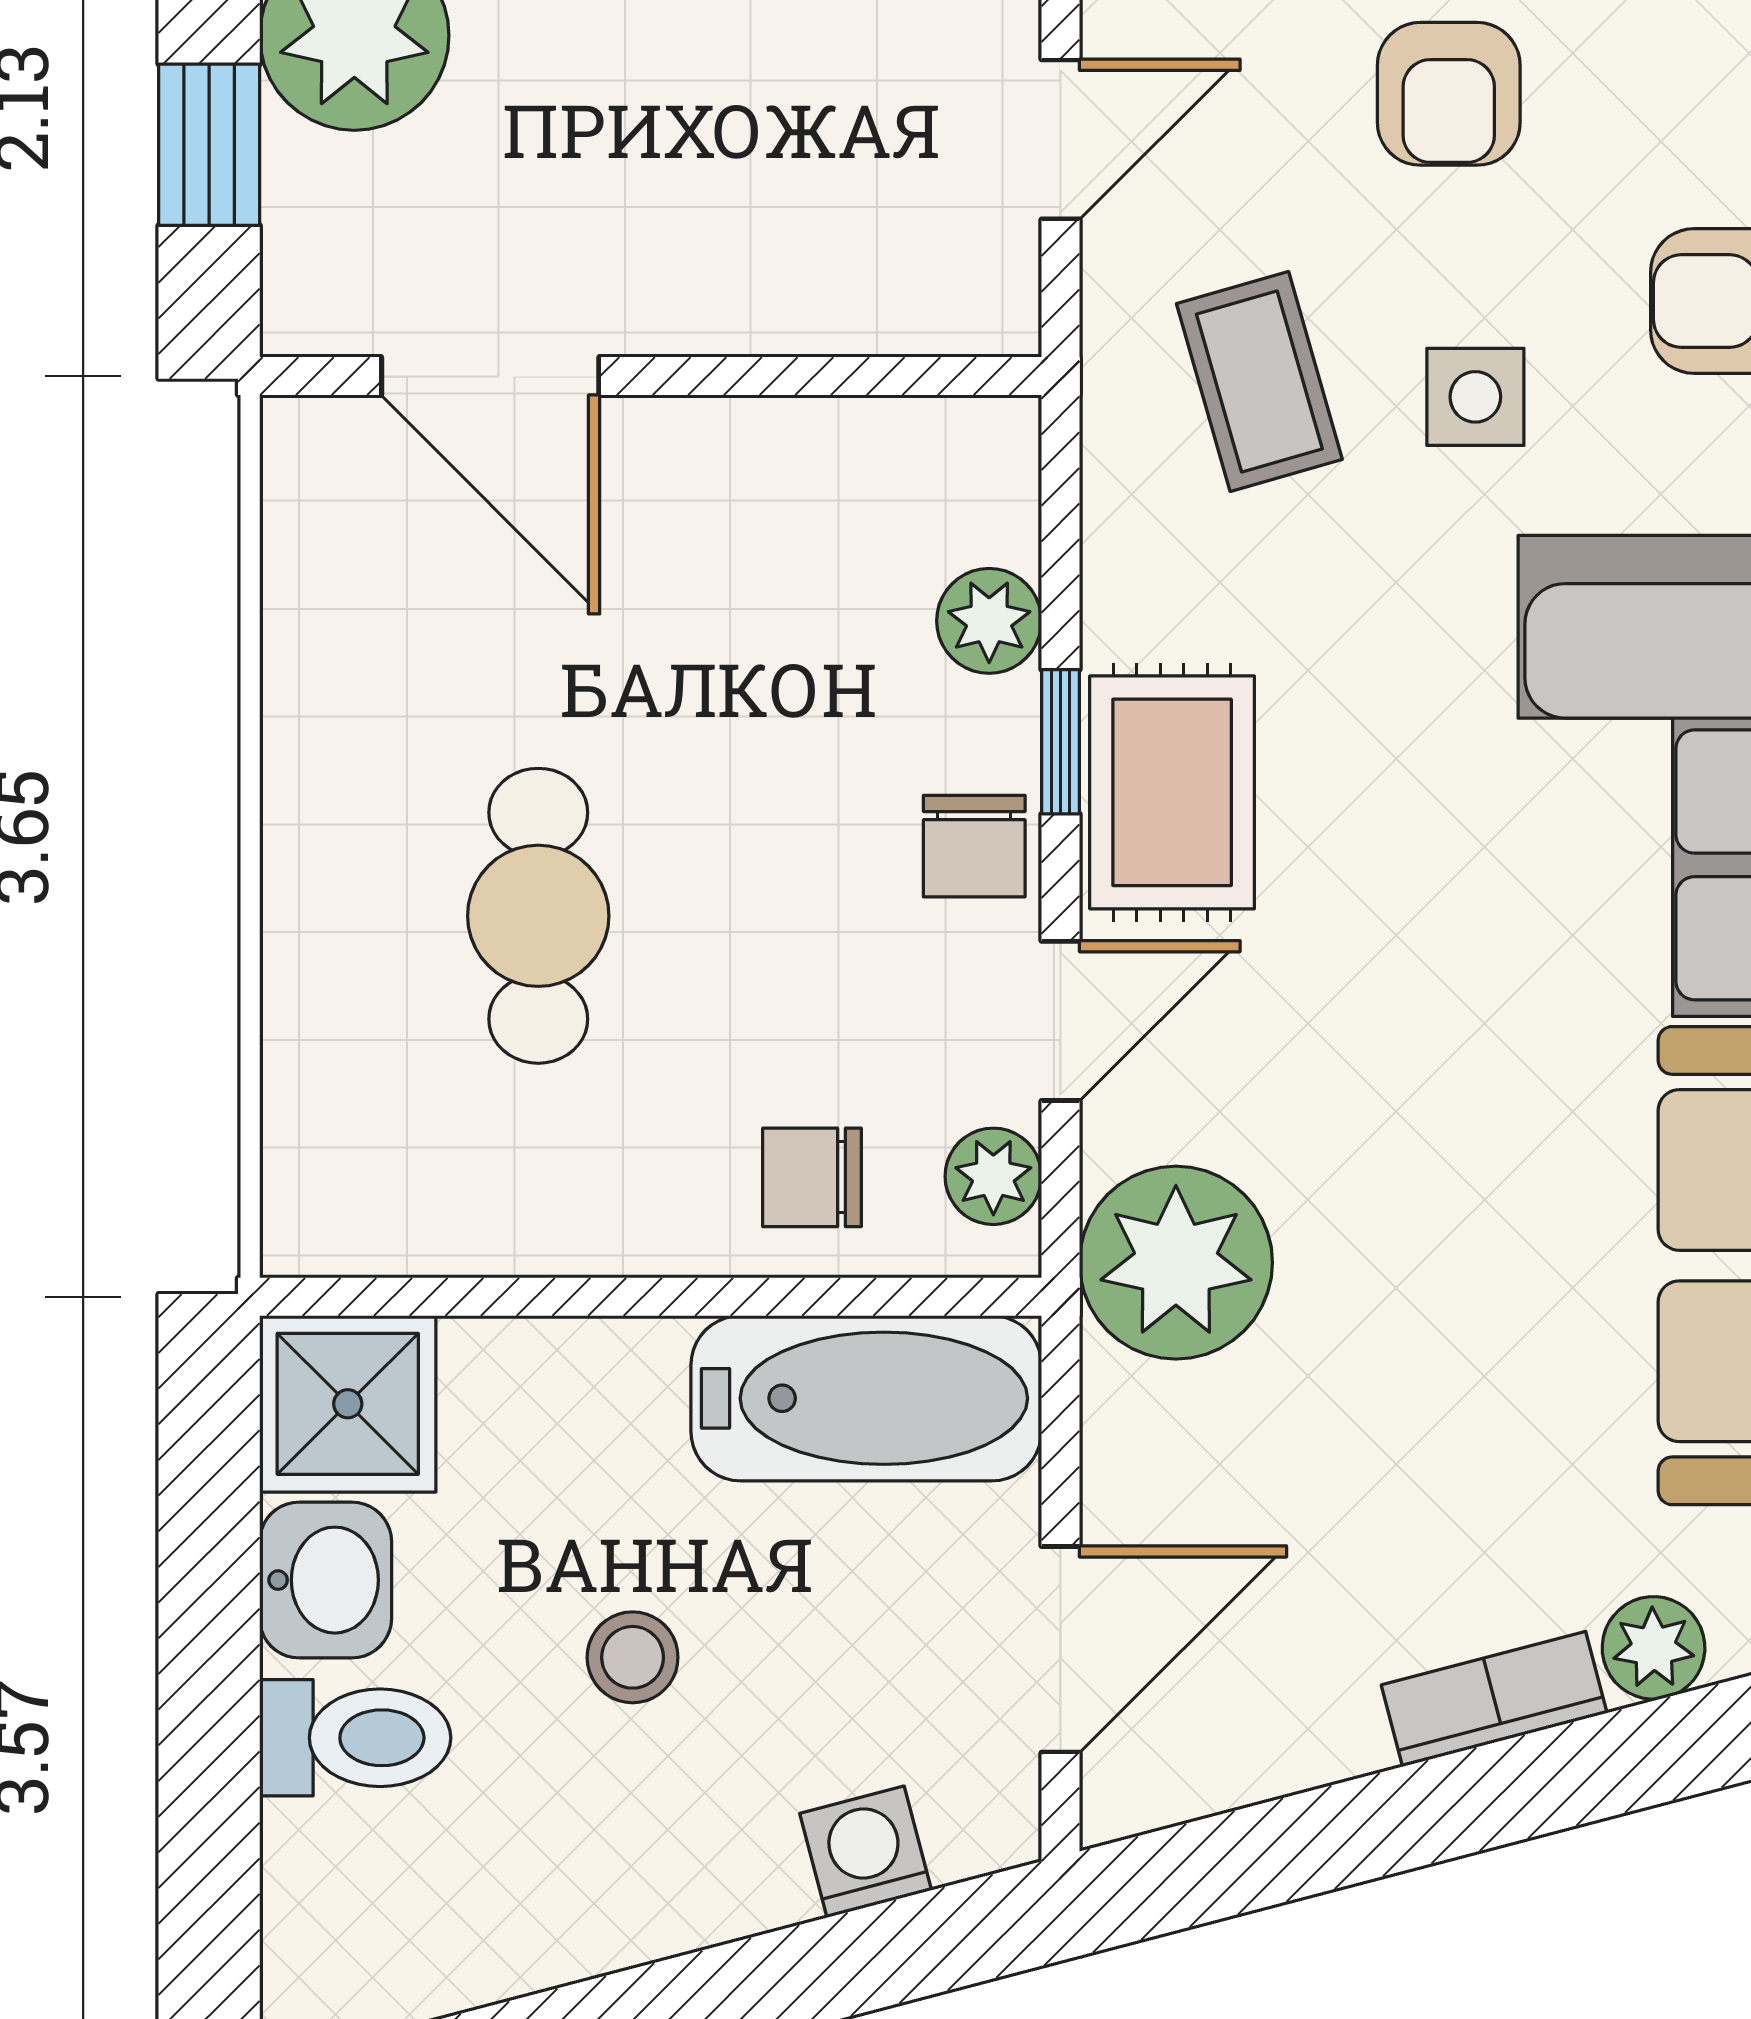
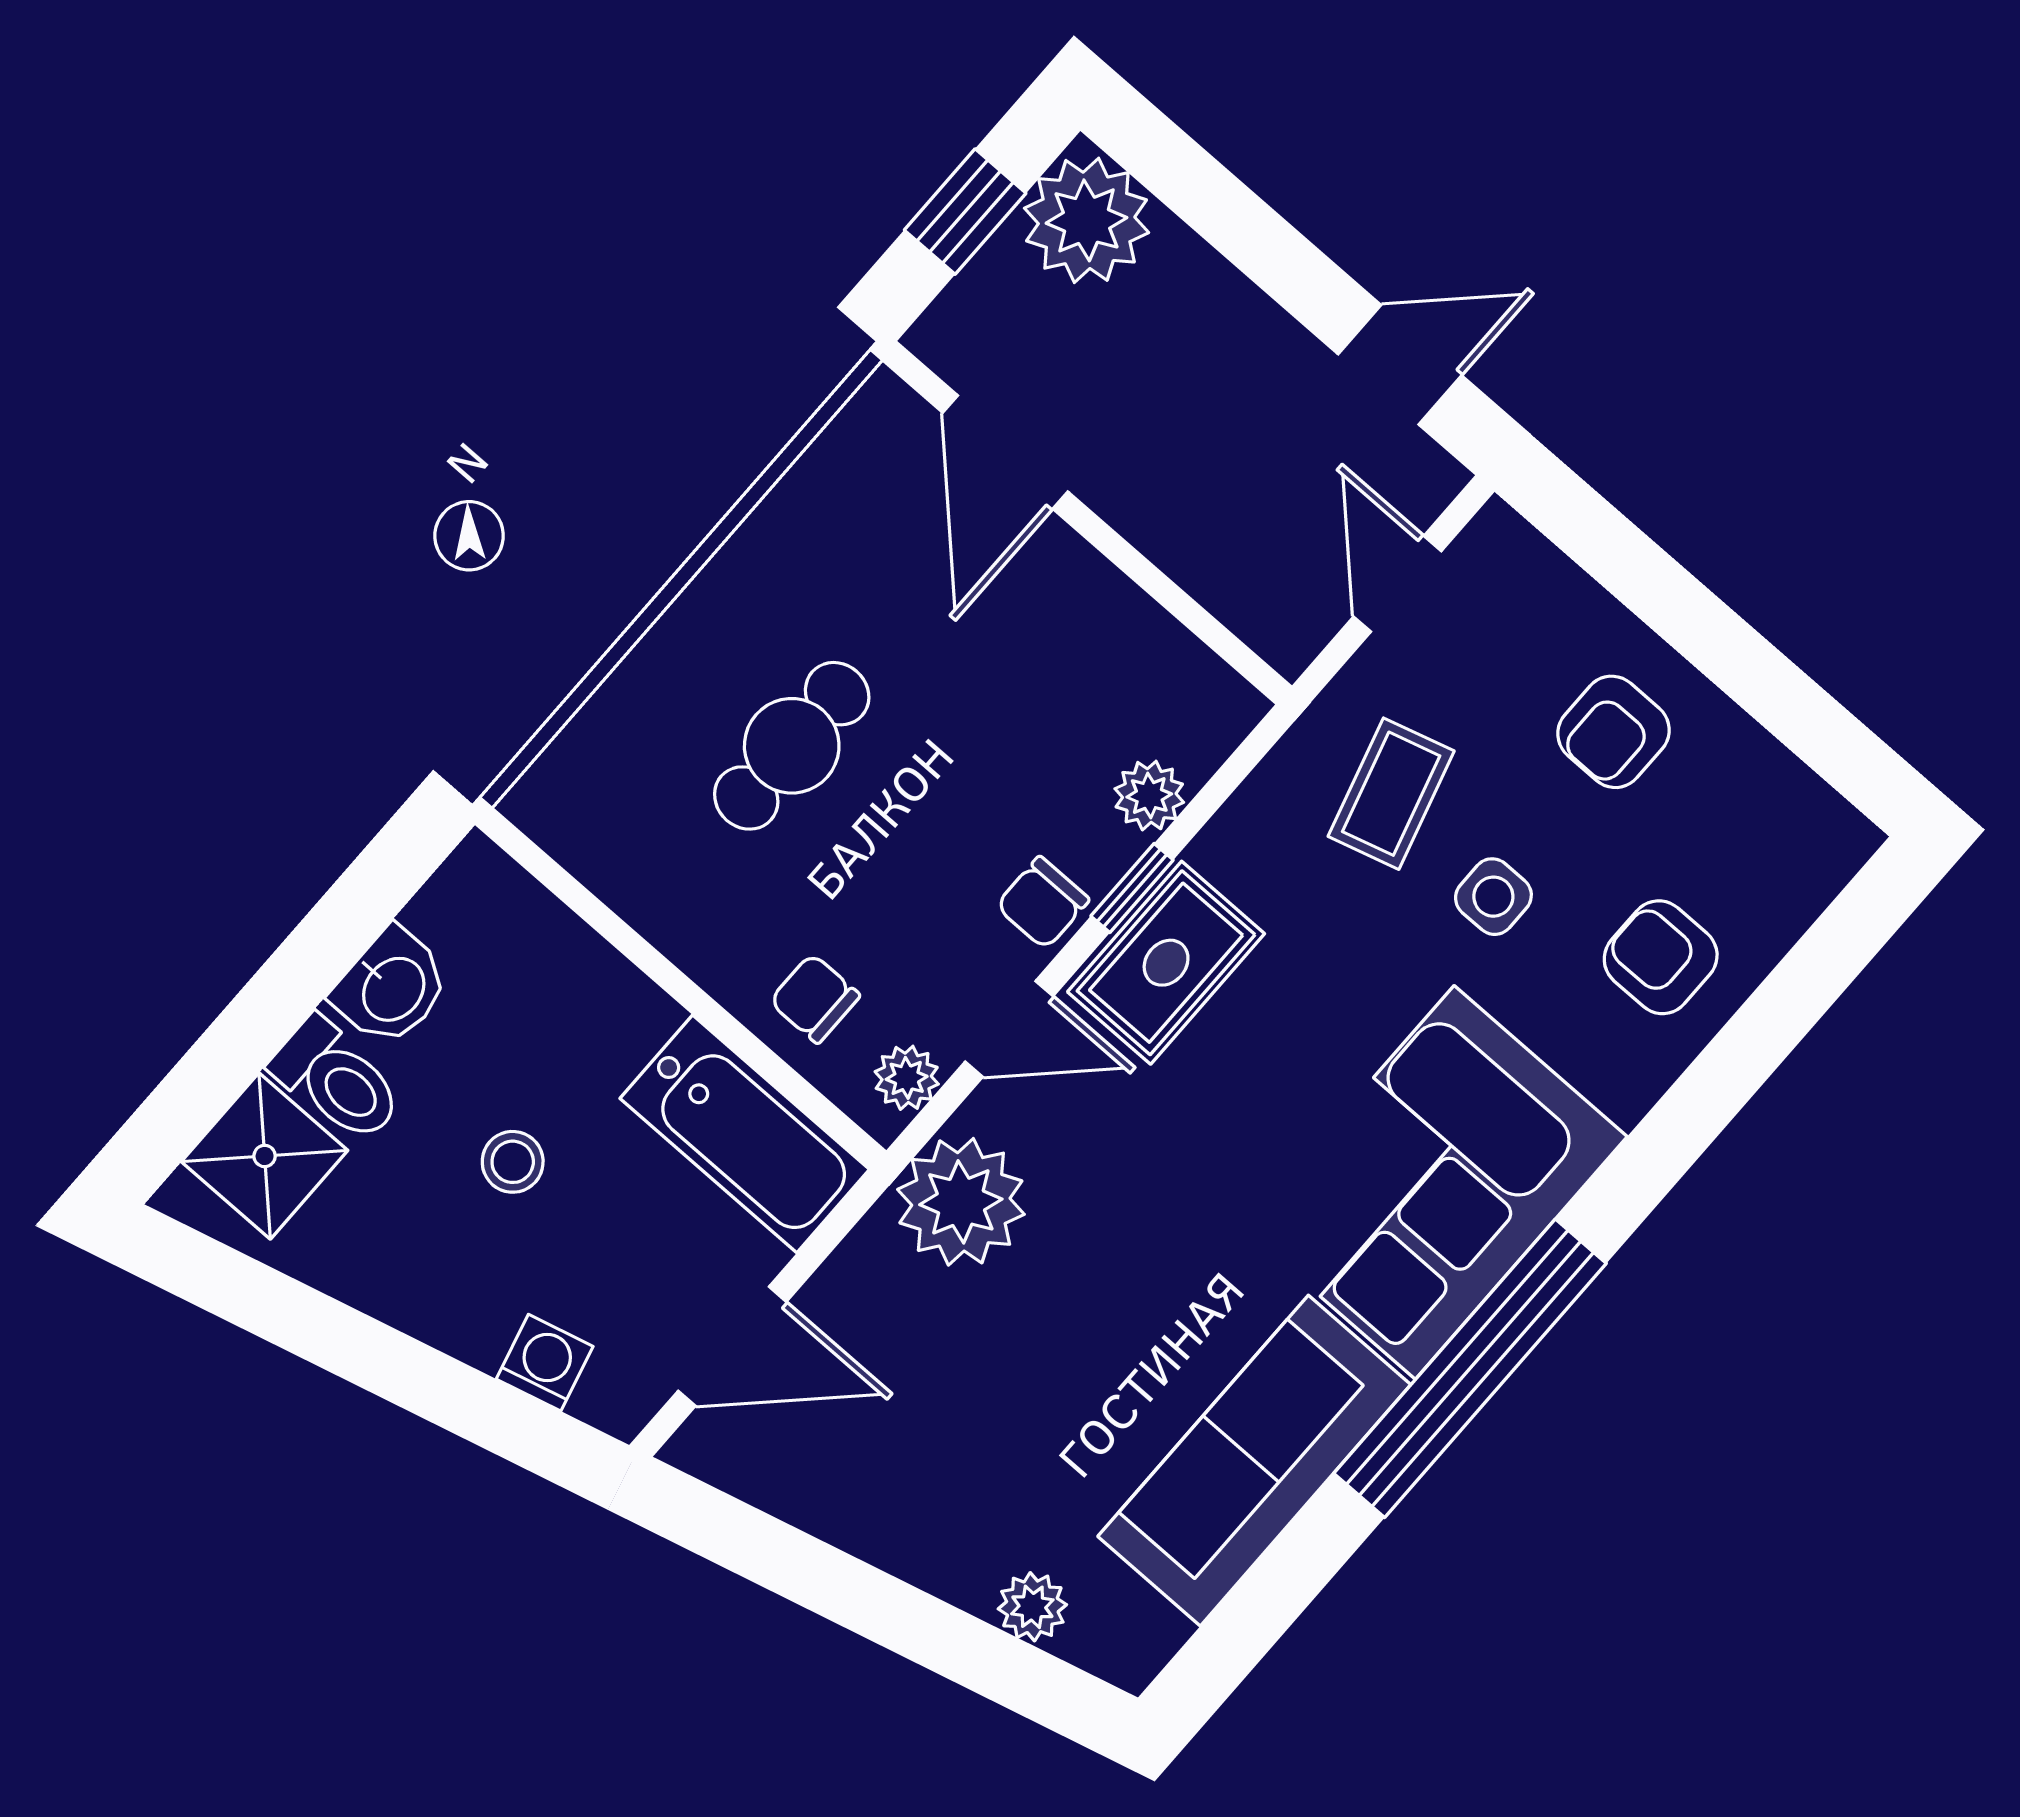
door: (1060, 139) -> (1397, 584), swing flipped
shower: (348, 1404) -> (265, 1156), moved
bookcase: (1494, 1699) -> (929, 1562), removed

